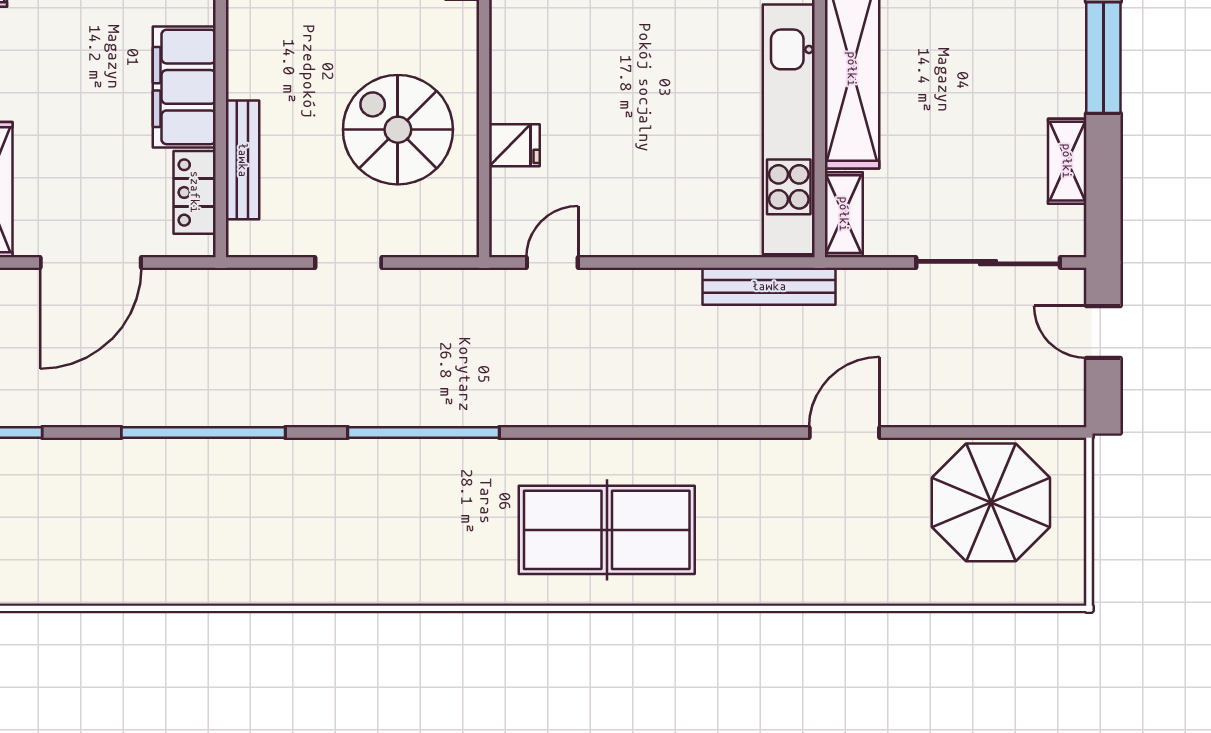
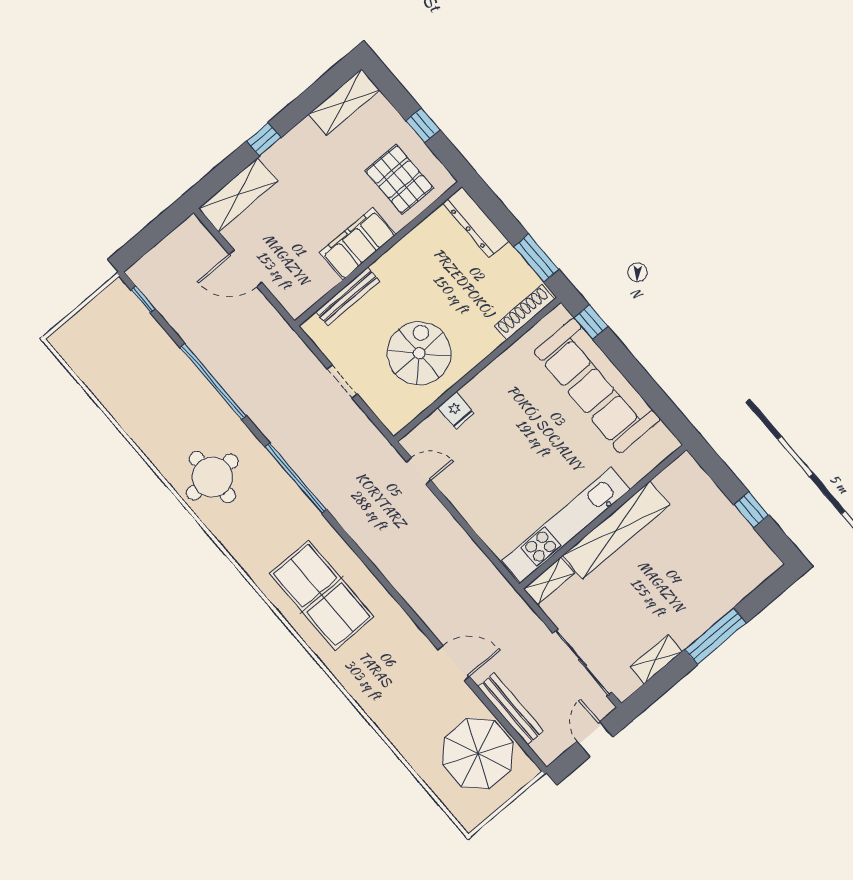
locker: (195, 192) -> (315, 288), removed
door: (91, 263) -> (246, 268), width x0.73
bench: (769, 286) -> (511, 709), moved
round table: (328, 541) -> (212, 477), added

